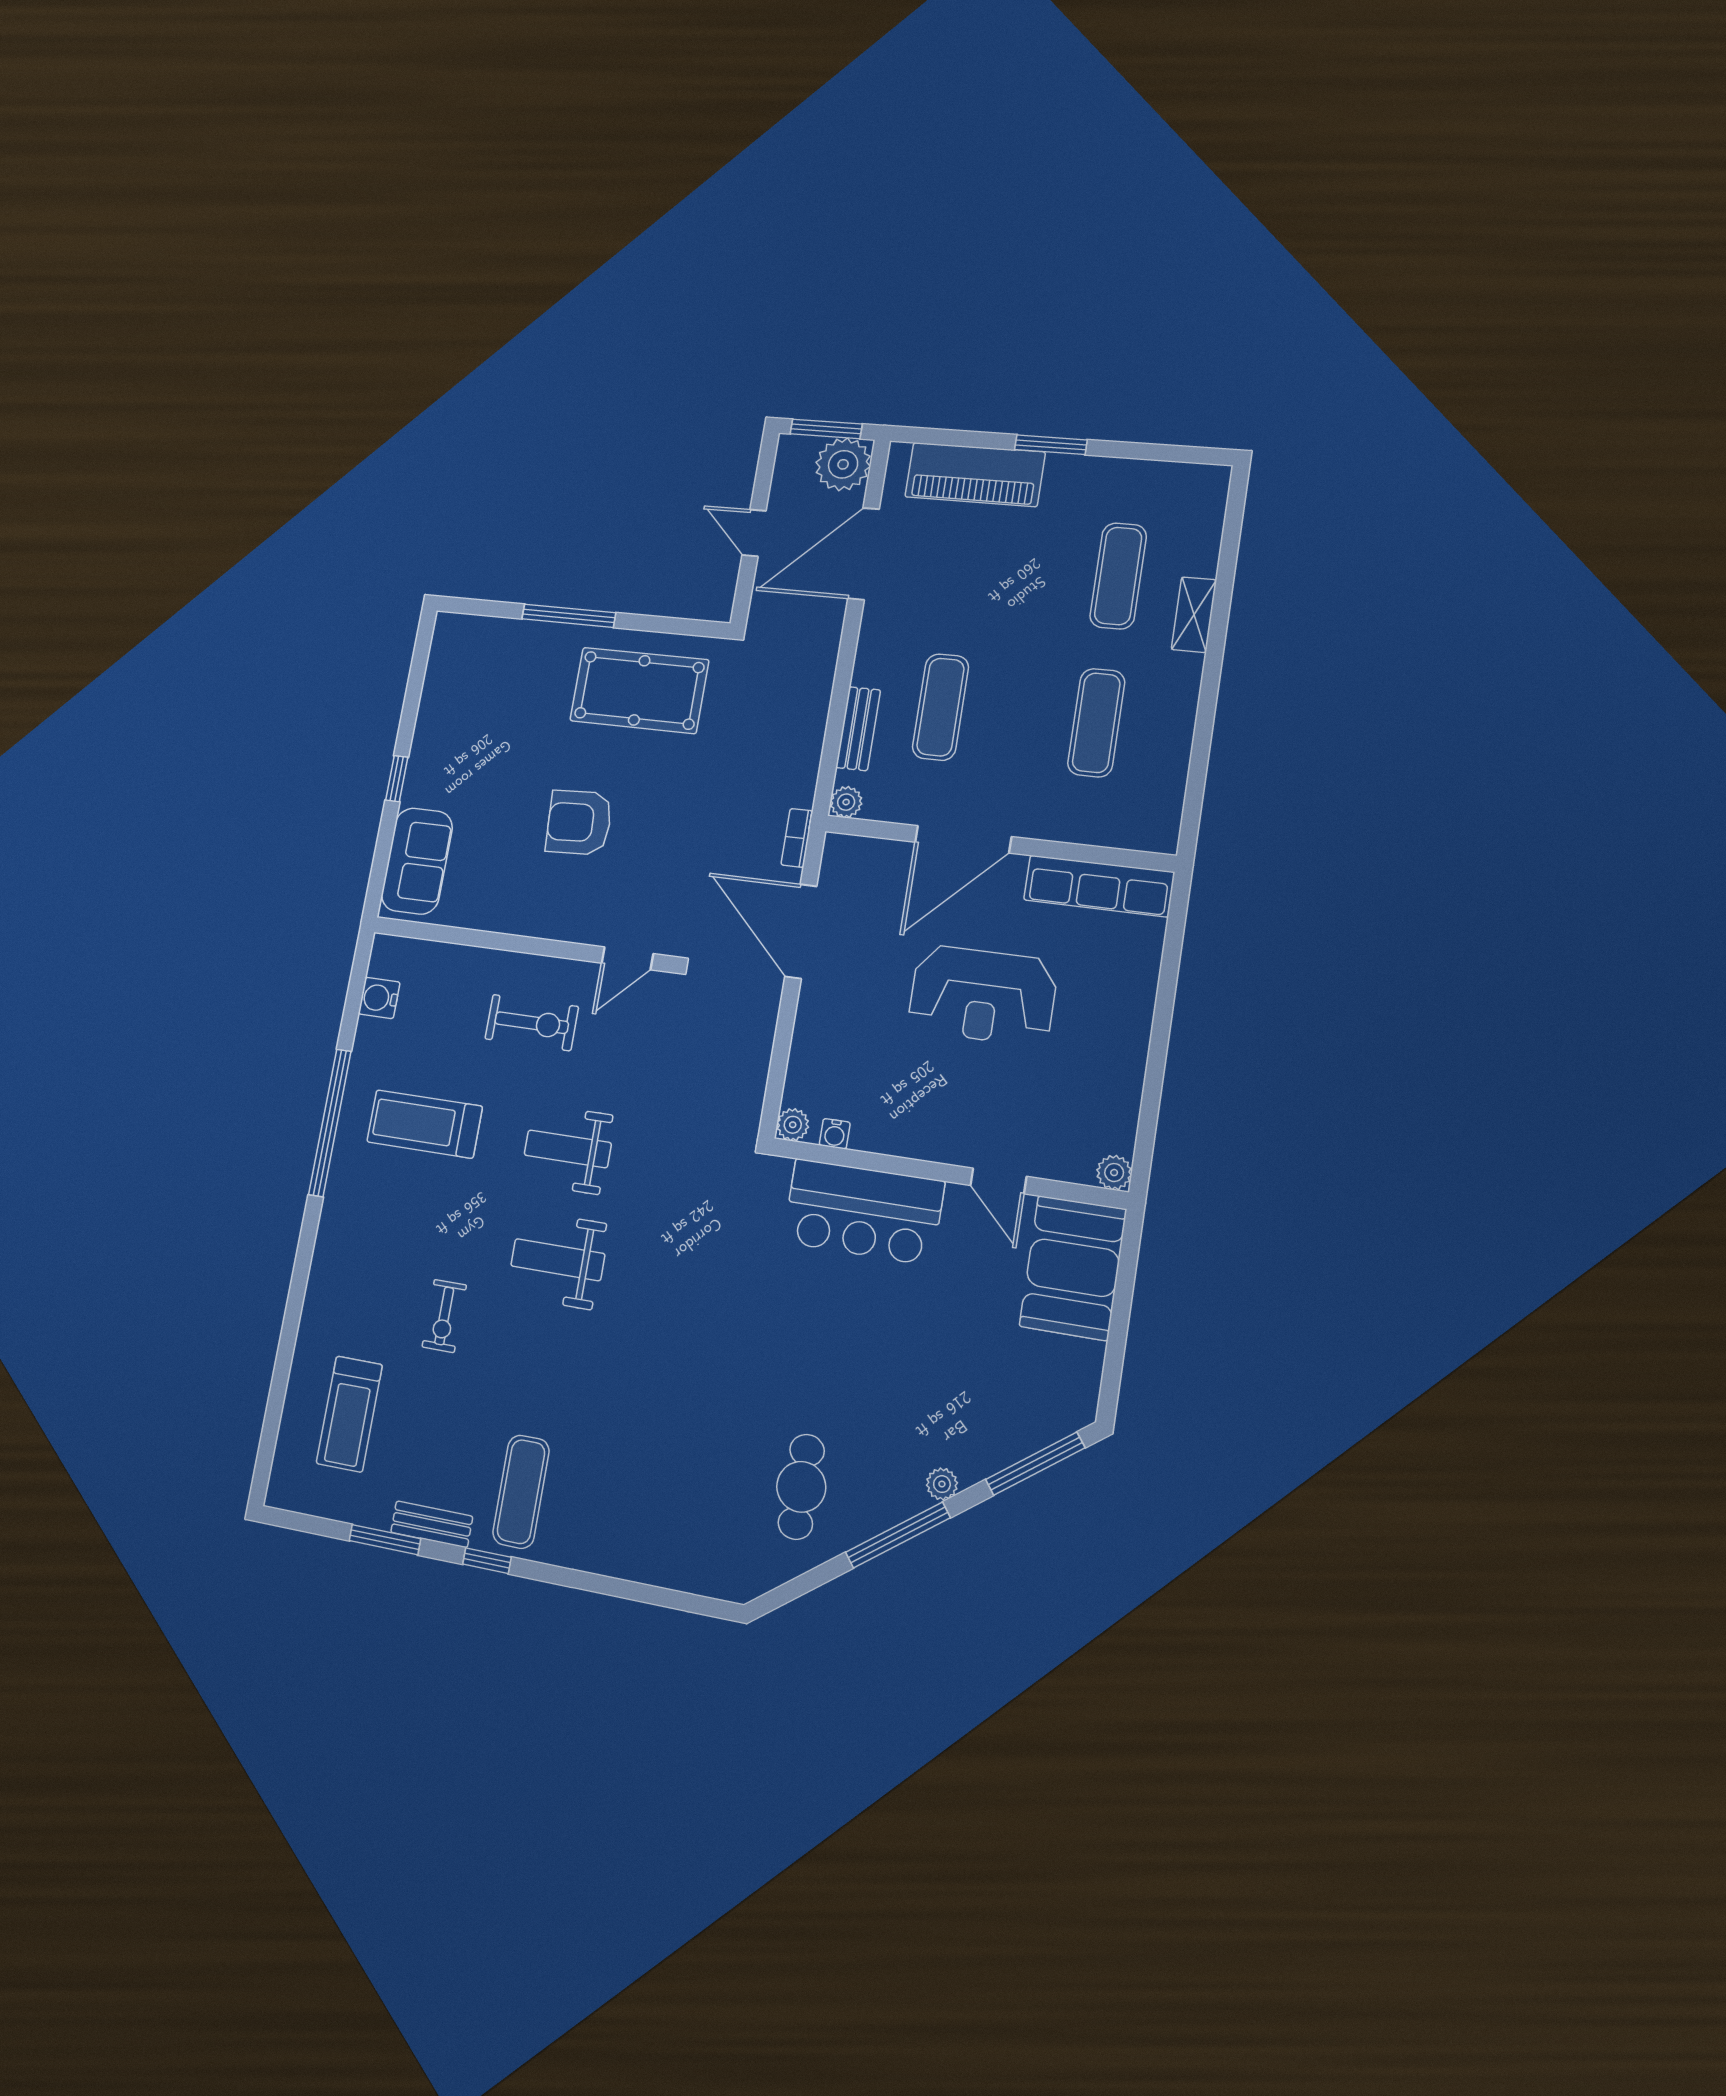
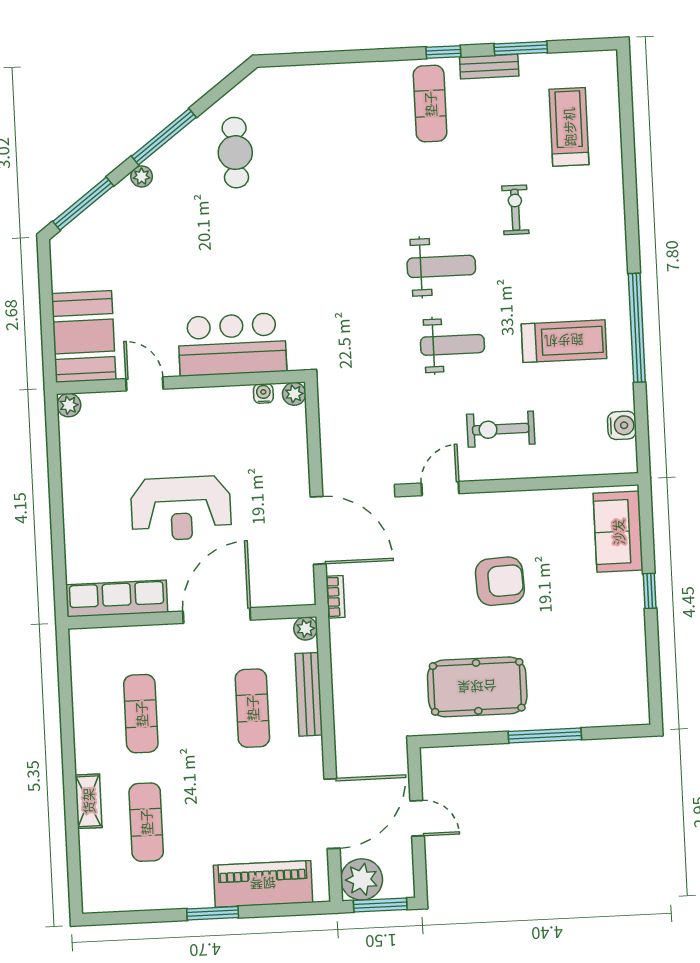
bench: (858, 729) -> (309, 694), width x1.36
reception desk: (983, 995) -> (181, 508), turned 180

